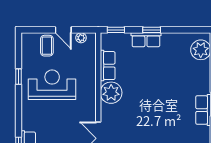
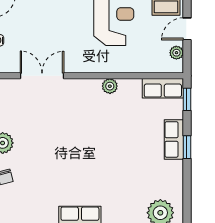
row of seats: (108, 66) -> (163, 88), moved
plant: (111, 93) -> (110, 86), width x0.53, depth x0.53

